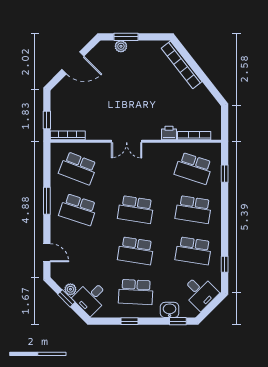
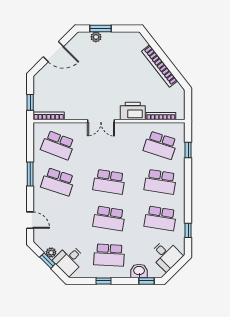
bookcase: (182, 65) -> (160, 66), moved
printer: (169, 133) -> (133, 111), width x1.87, depth x1.48

